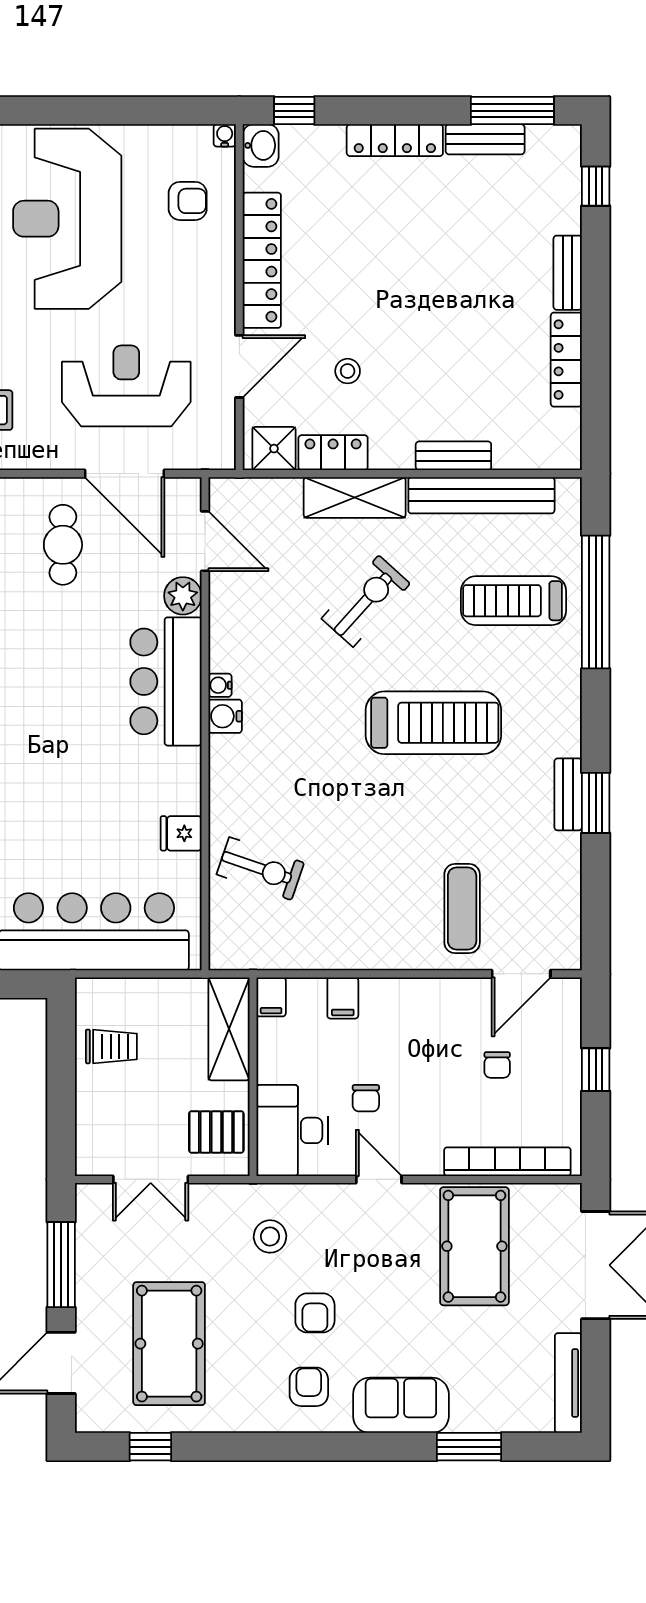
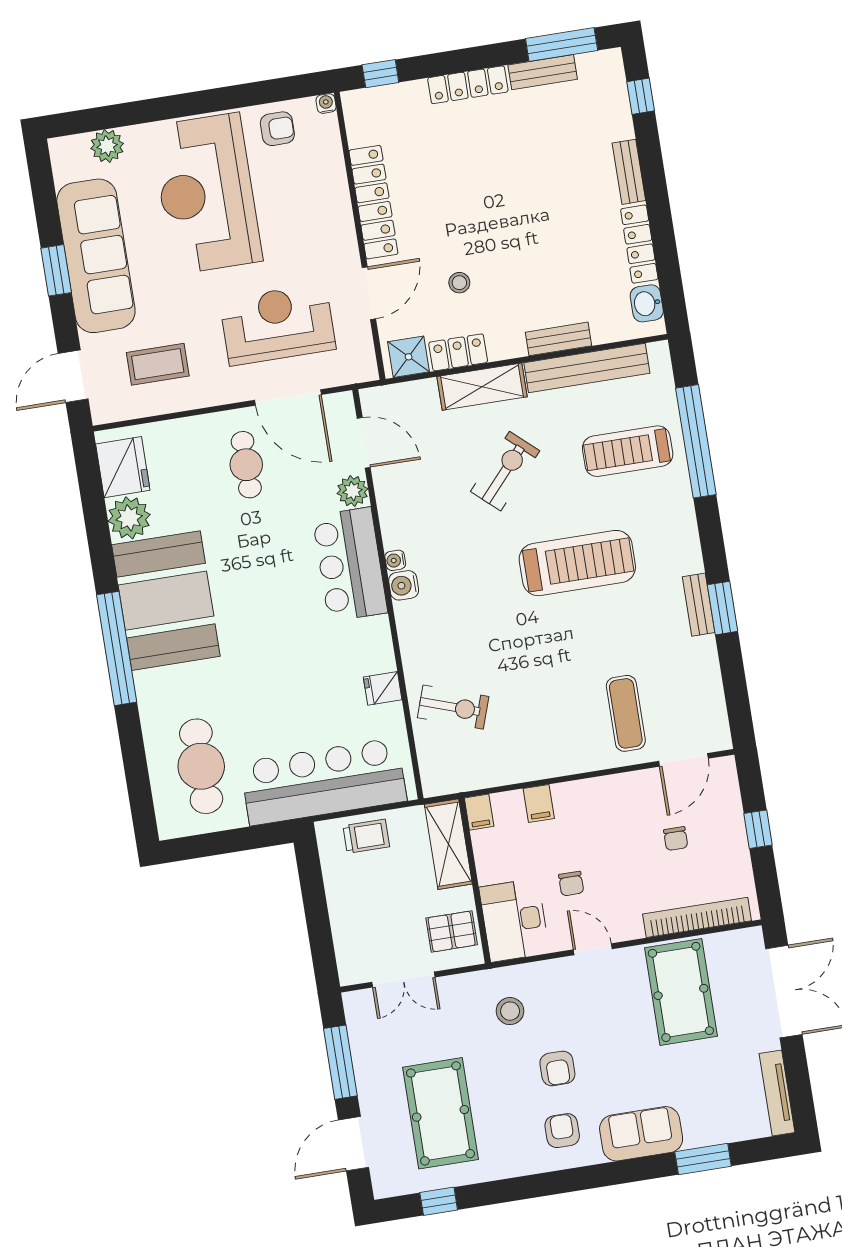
washbasin: (261, 145) -> (647, 303), moved, turned 180
armchair: (188, 201) -> (277, 129), moved
trolley: (111, 1046) -> (366, 836), moved

